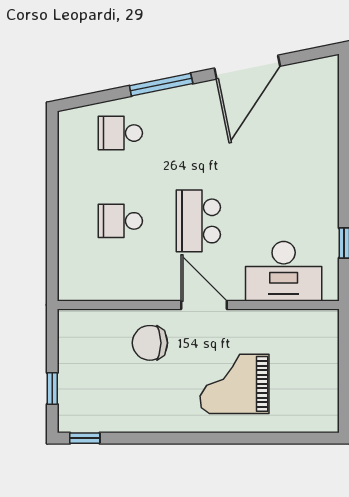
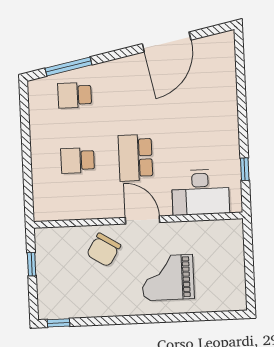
window: (161, 85) -> (68, 67), moved
chair: (150, 343) -> (104, 250), turned -58
window: (52, 389) -> (32, 264), moved

